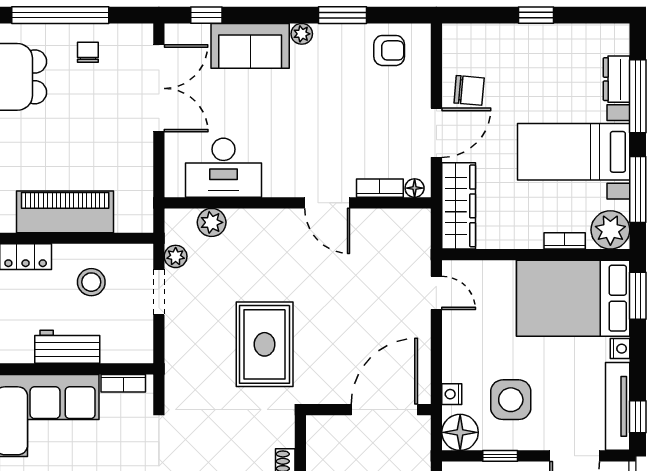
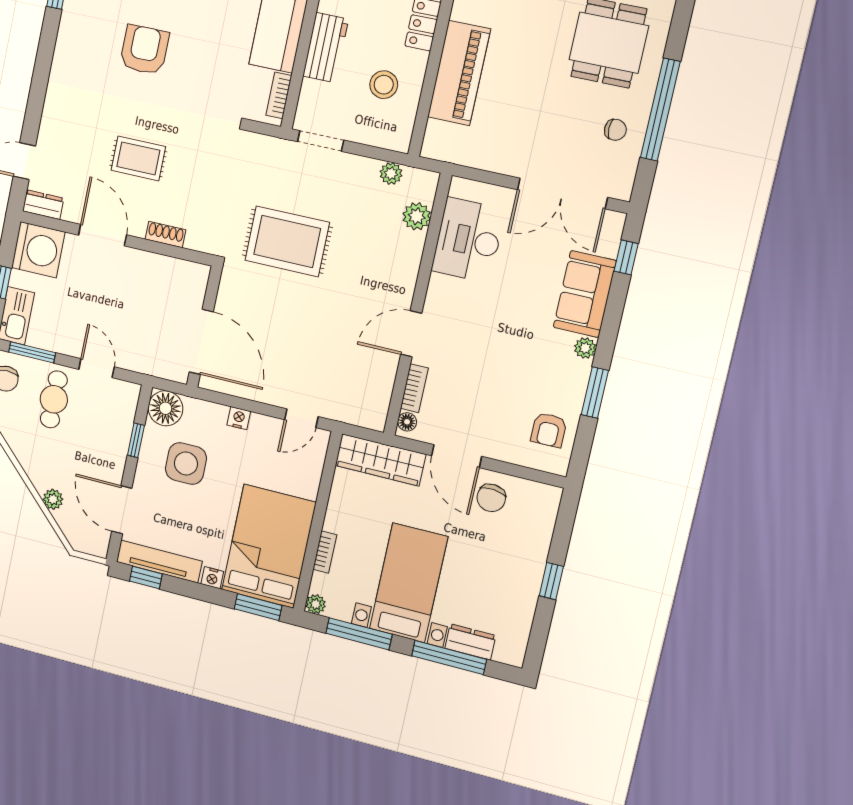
plant: (610, 230) -> (316, 604), width x0.53, depth x0.53
doorway: (159, 292) -> (321, 141), moved
nightstand: (452, 394) -> (239, 418), moved

